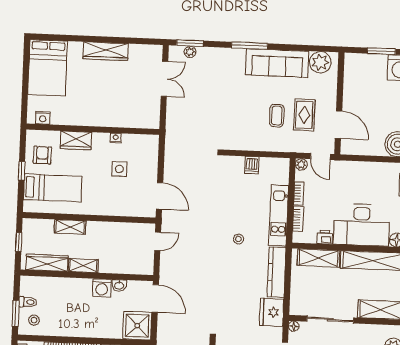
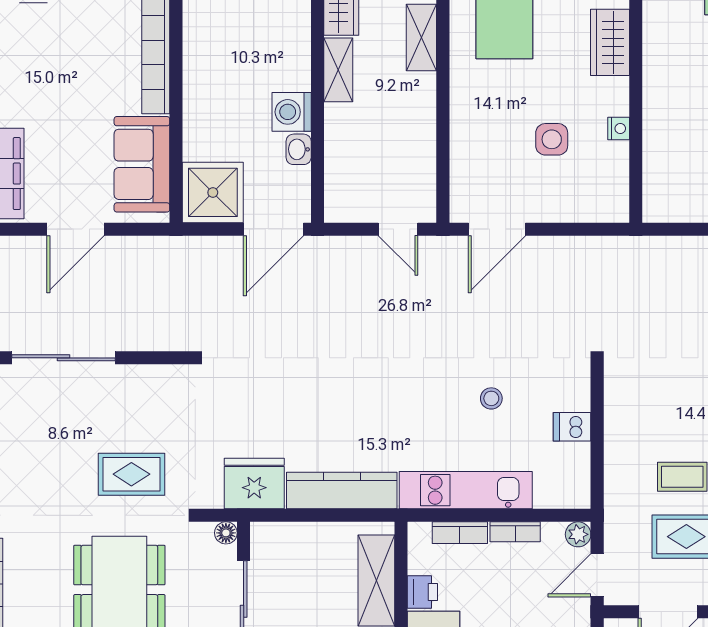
stool: (238, 239) -> (491, 398), moved

